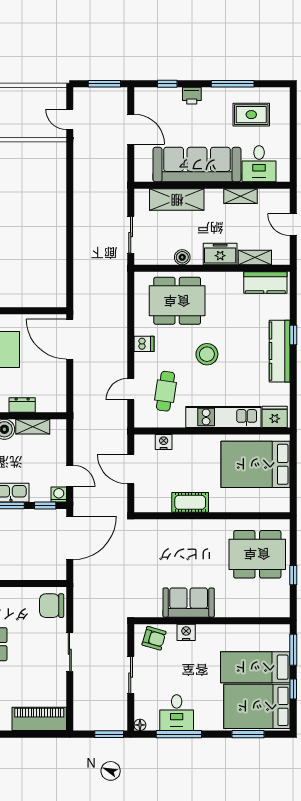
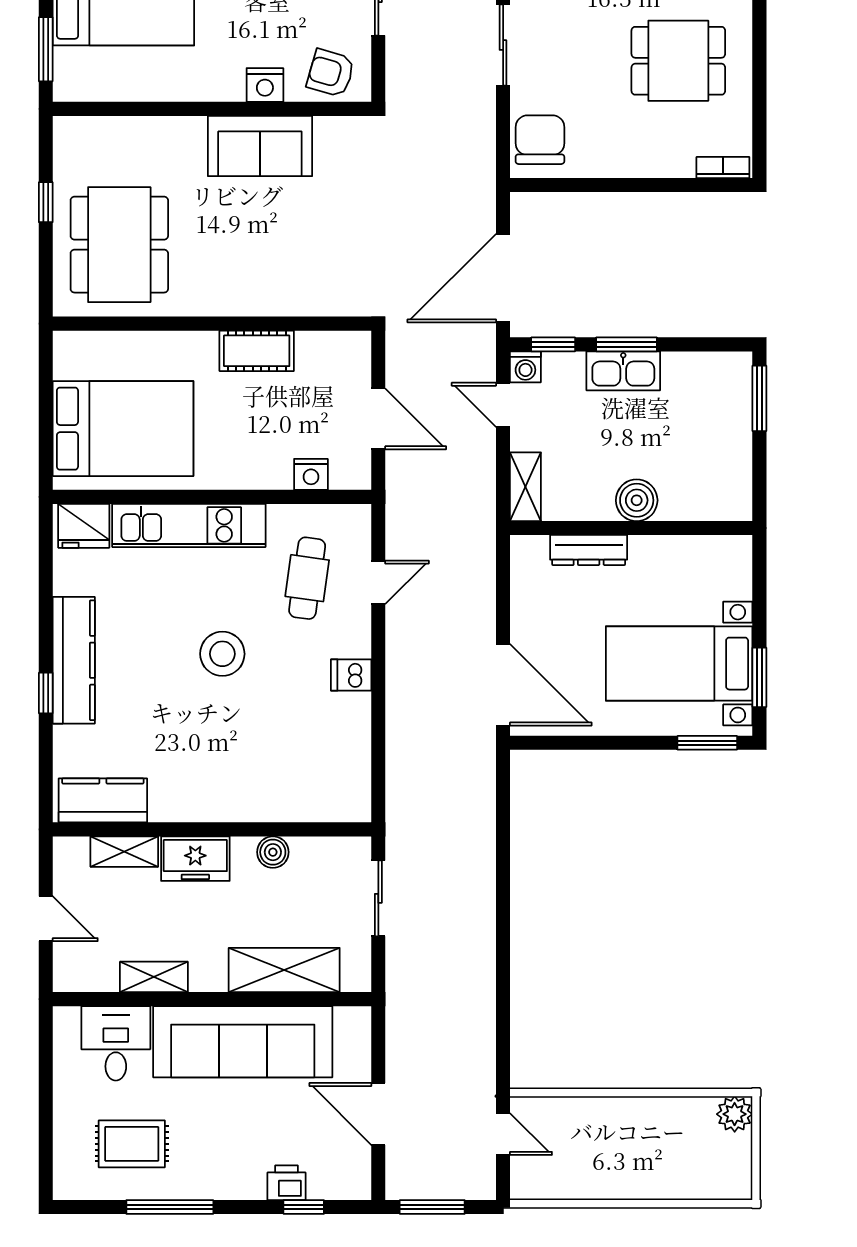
printer: (192, 96) -> (286, 1183), moved
dining table: (177, 301) -> (283, 763), removed
dresser: (22, 405) -> (589, 550), width x1.44
shelving: (33, 427) -> (525, 487), moved, turned 90
dining table: (257, 554) -> (119, 245), turned 90
chair: (52, 606) -> (540, 140), turned -90

